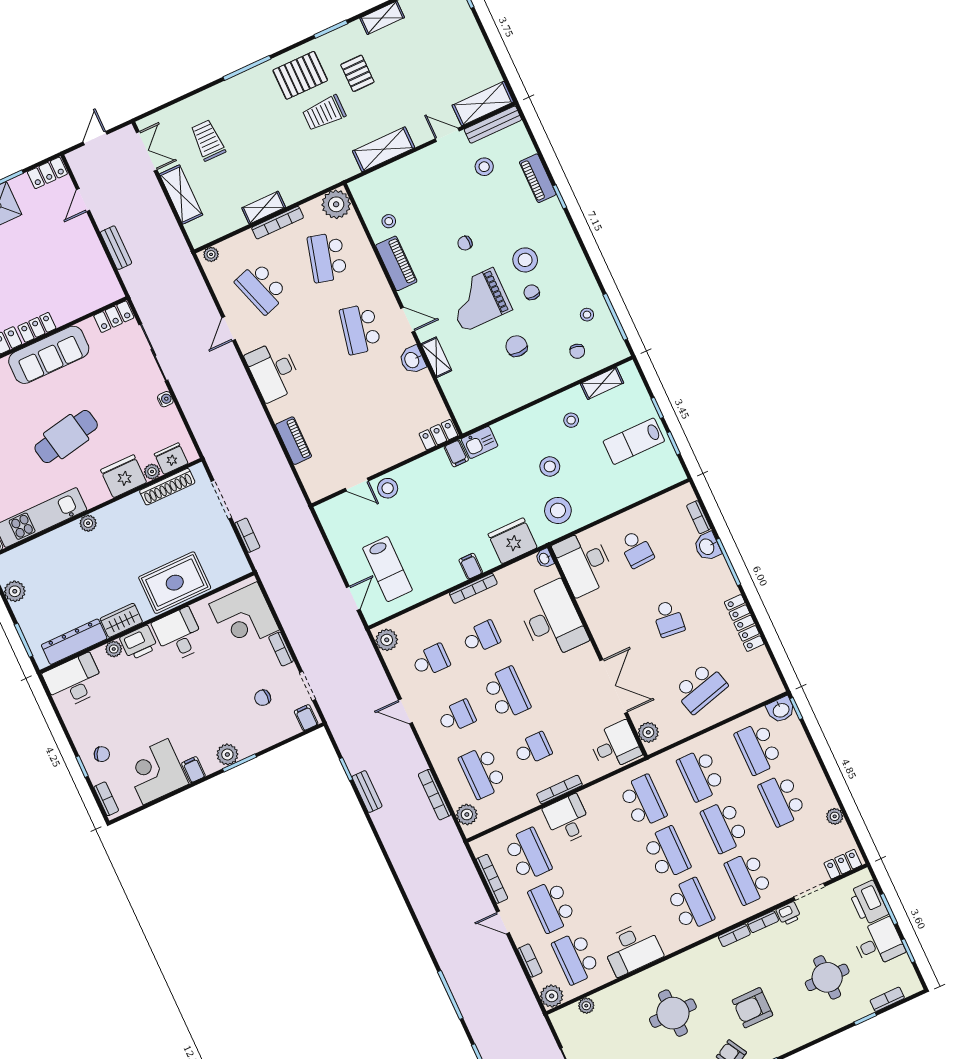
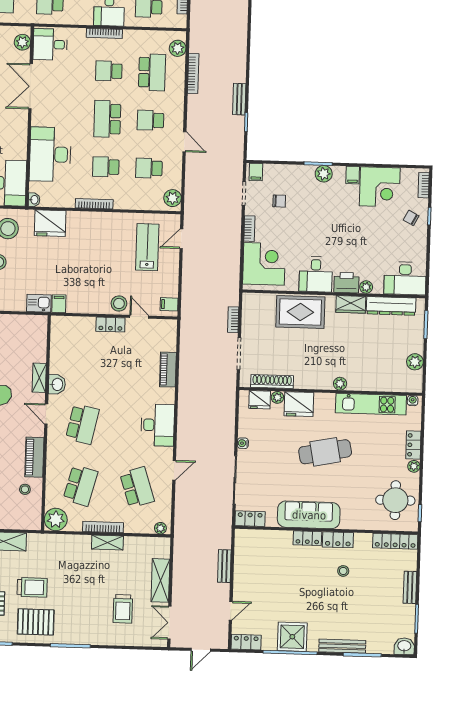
locker: (438, 435) -> (110, 325), moved
filing cabinet: (471, 566) -> (169, 304), moved, turned 90

